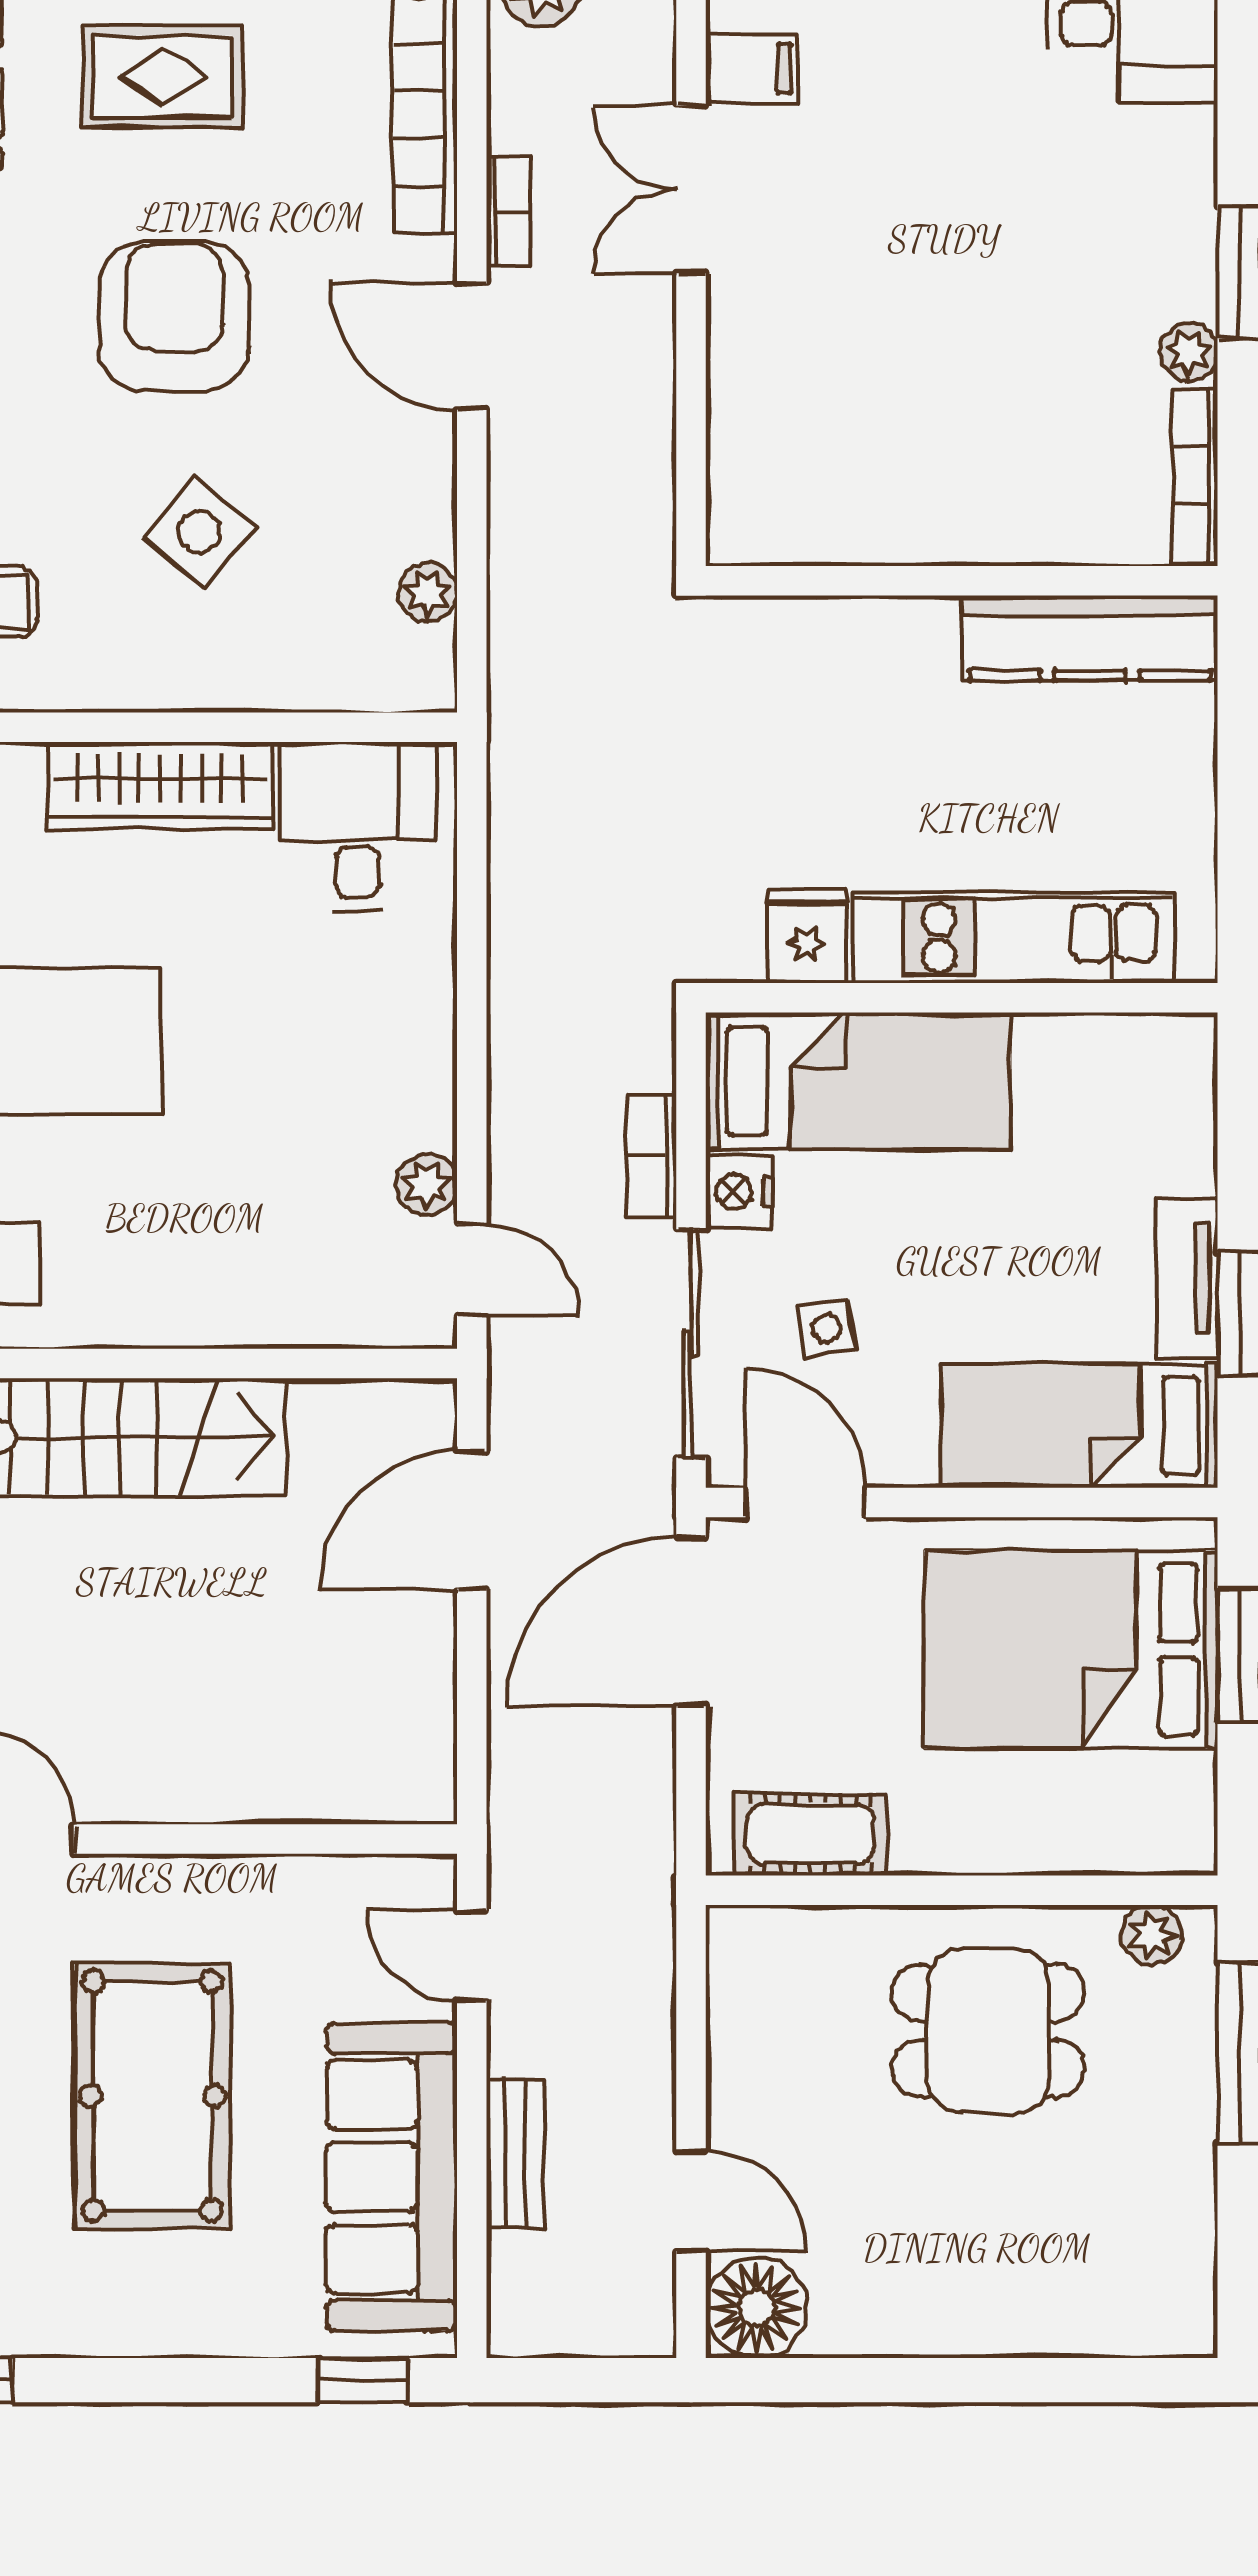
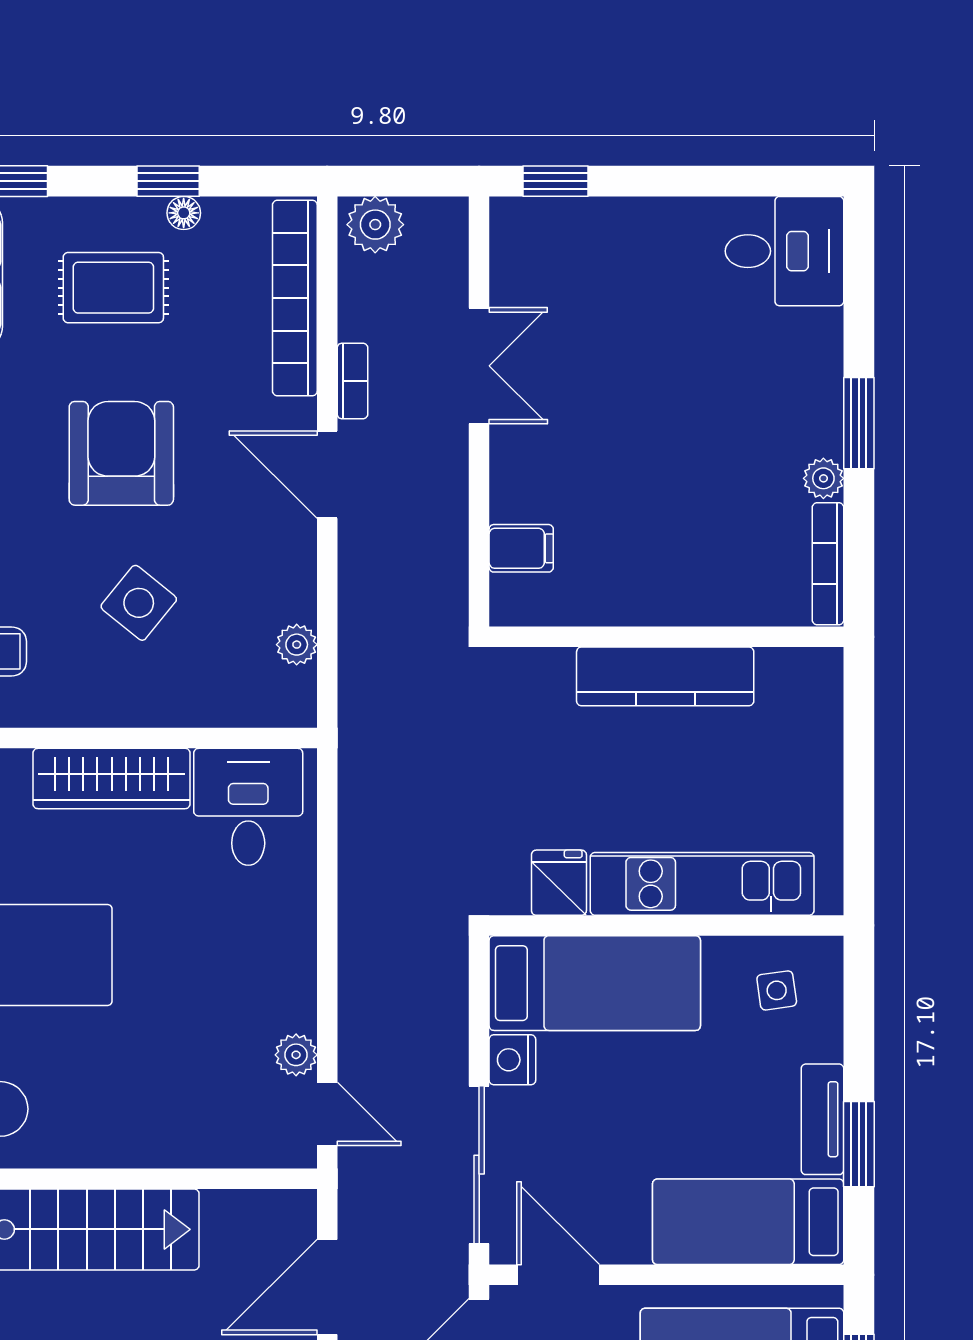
filing cabinet: (752, 68) -> (521, 548), moved
double door: (691, 189) -> (479, 366), swing flipped
kitchen counter: (1090, 638) -> (665, 676), moved
bookcase: (652, 1156) -> (452, 1035), removed
side table: (826, 1328) -> (777, 990), moved

